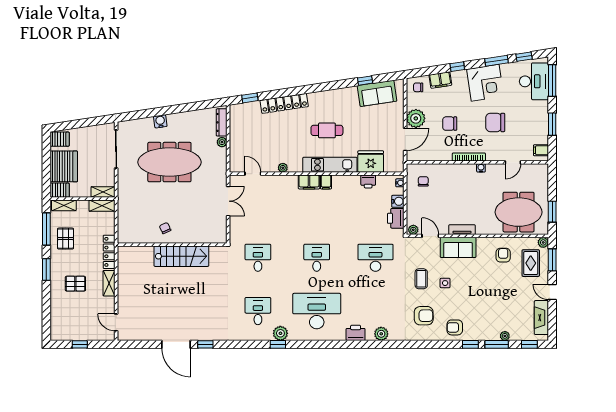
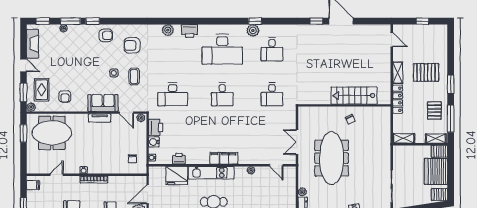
meeting table: (169, 162) -> (332, 158), moved, turned 90
shelving: (103, 192) -> (403, 150), removed
stairs: (181, 256) -> (354, 96), moved
pallet: (75, 284) -> (426, 72), width x1.50, depth x1.42

